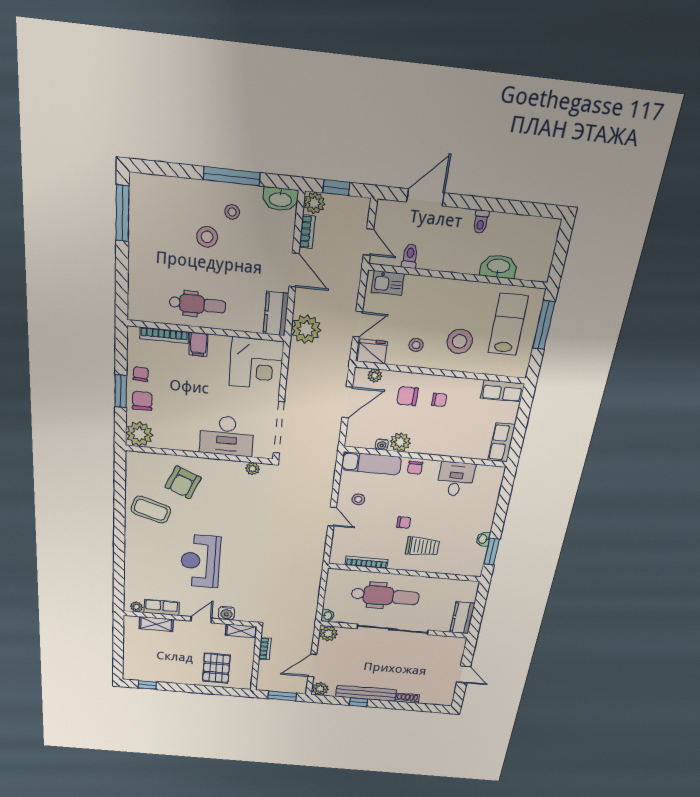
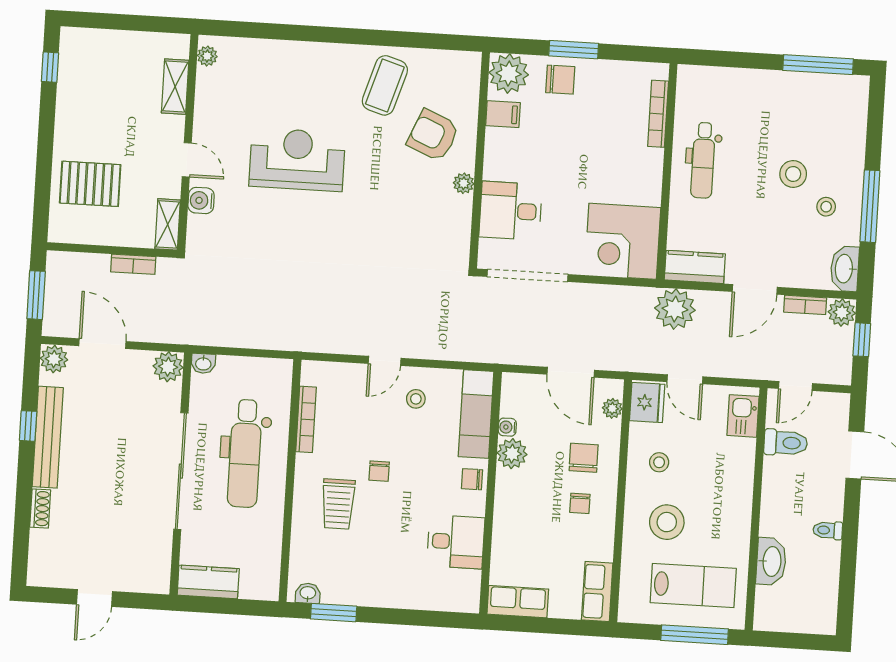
toilet: (410, 256) -> (786, 443), width x1.37, depth x1.39
filing cabinet: (198, 344) -> (503, 114), moved, turned 180
chair: (141, 374) -> (600, 79), removed
desk: (227, 436) -> (511, 211), width x0.73
plant: (253, 469) -> (464, 183), moved
washbasin: (483, 539) -> (308, 593), moved
row of seats: (162, 607) -> (208, 96), removed

